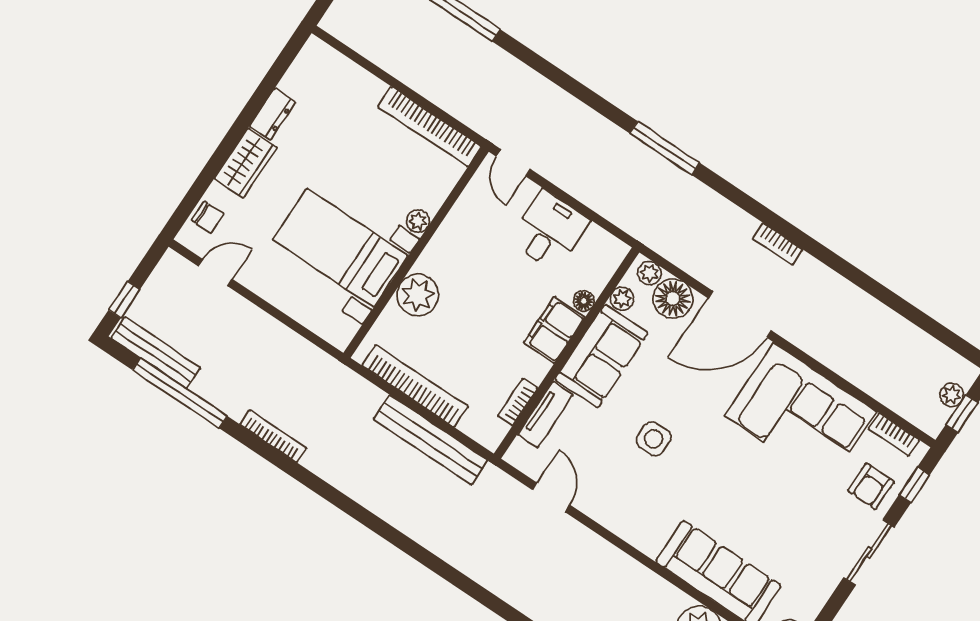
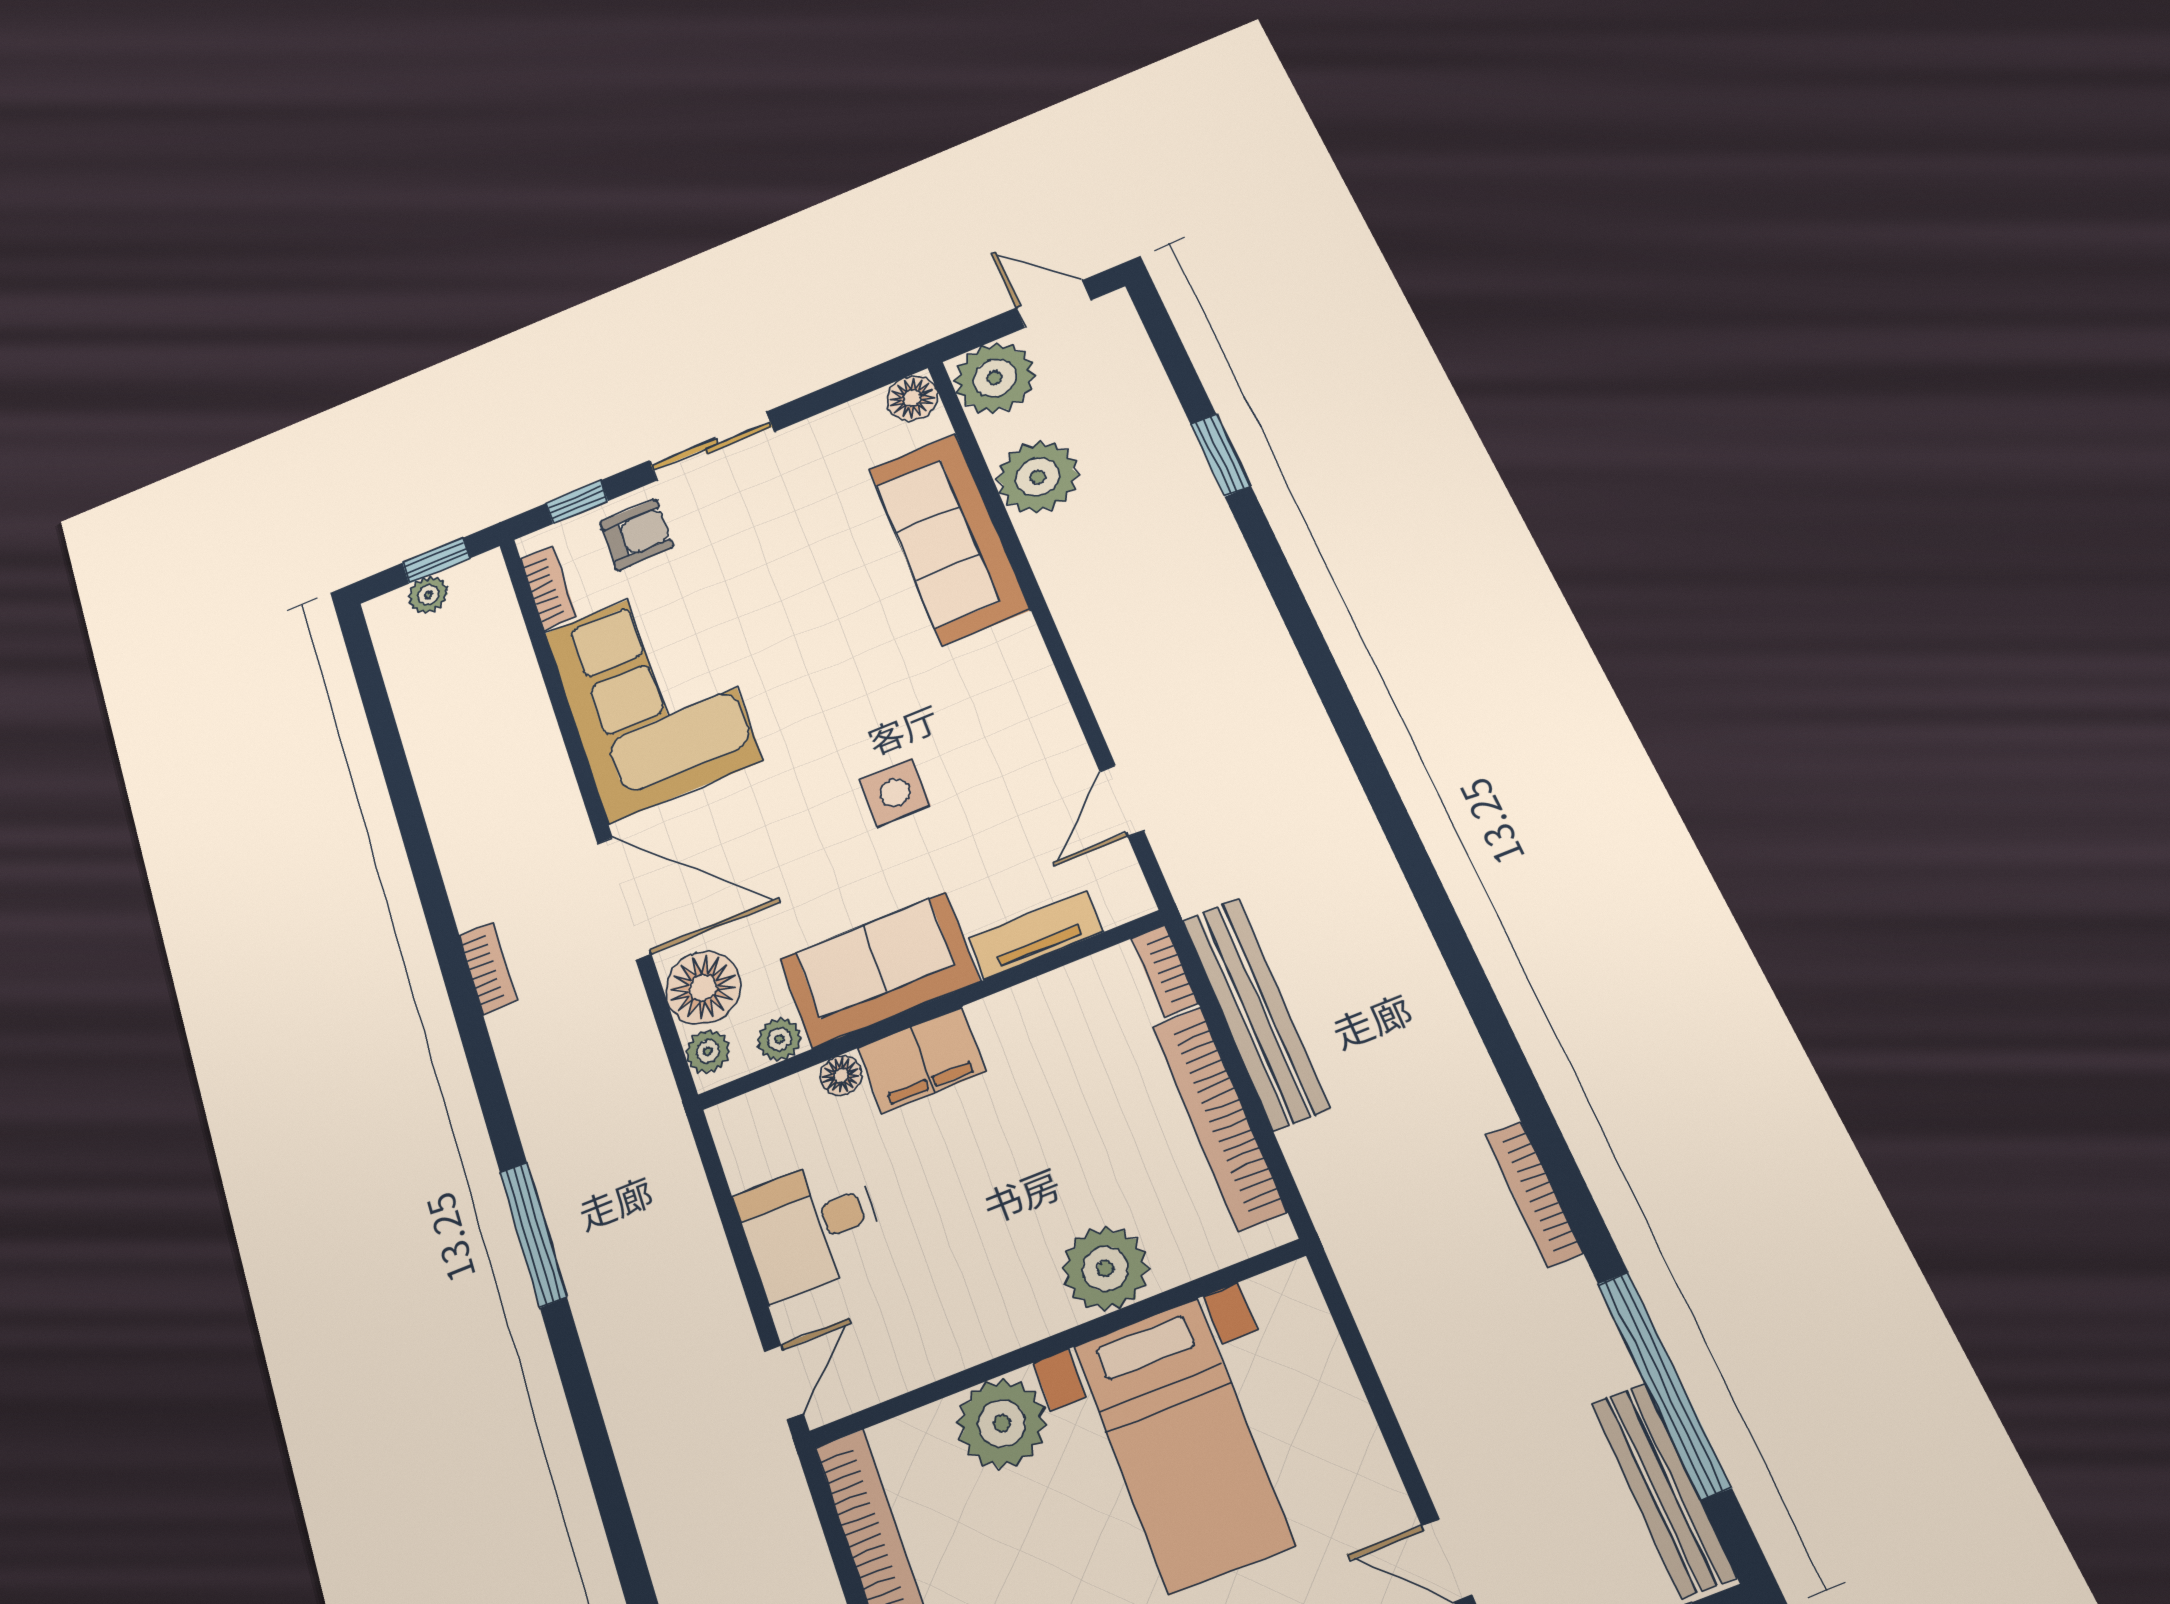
plant: (418, 221) -> (1002, 1423), width x1.87, depth x1.87
bookcase: (518, 402) -> (1165, 971), moved, turned 90

